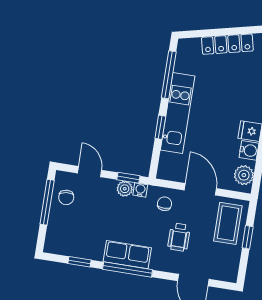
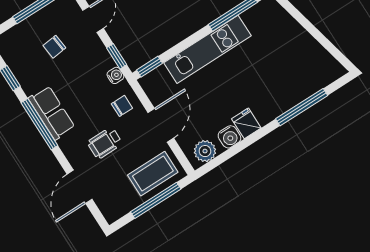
locker: (227, 44) -> (302, 40), removed
window: (160, 127) -> (149, 67), moved
plant: (125, 189) -> (105, 62), removed
chair: (66, 197) -> (54, 47), moved
window: (248, 237) -> (156, 200), width x2.17

